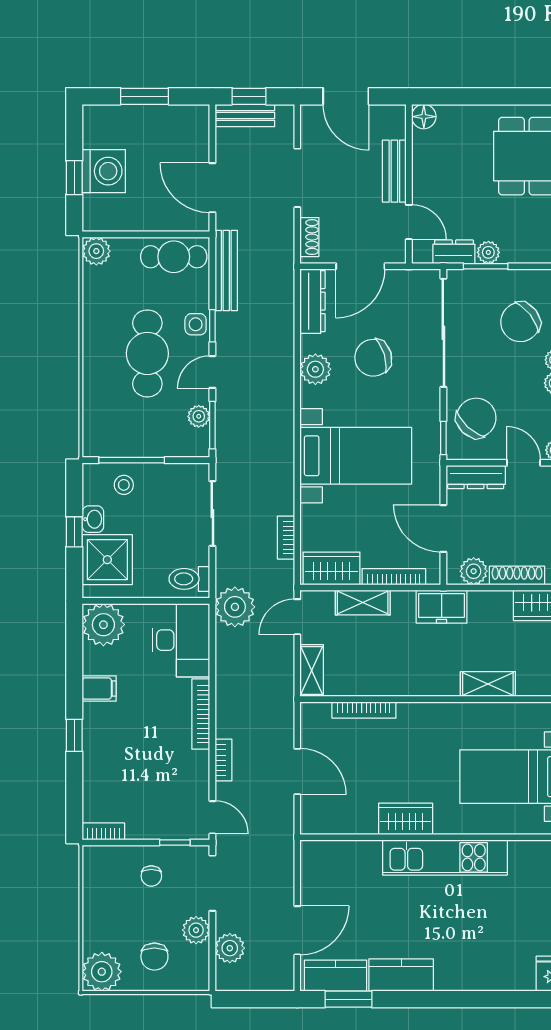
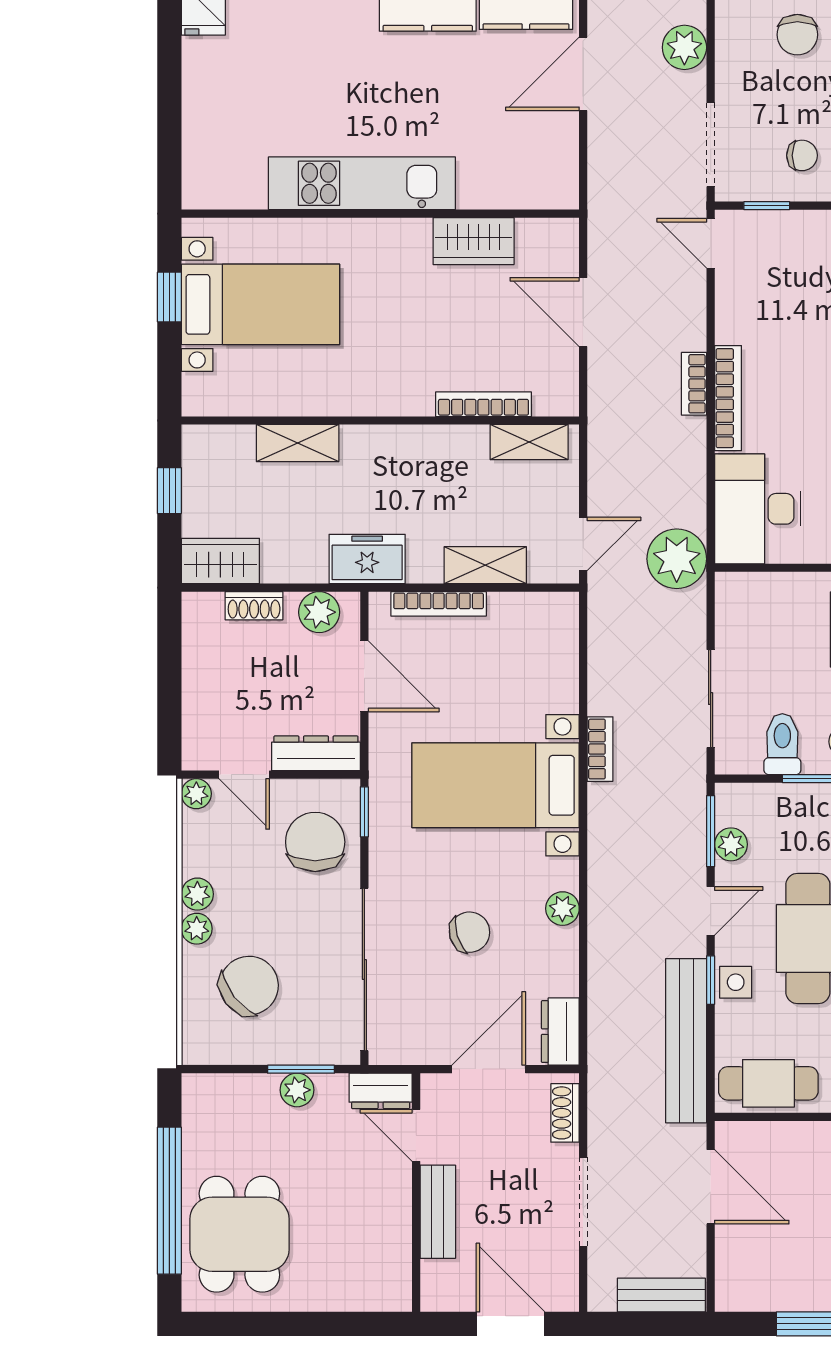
window: (249, 96) -> (656, 1324), removed
floor lamp: (424, 117) -> (394, 1294), removed
dresser: (454, 252) -> (381, 1091), moved
bench: (226, 270) -> (686, 1041), width x1.37, depth x1.21
dresser: (313, 301) -> (560, 1032), width x0.70
chair: (373, 358) -> (469, 932), width x0.73, depth x0.73
plant: (315, 369) -> (562, 909), width x0.73, depth x0.73
chair: (476, 418) -> (315, 842), turned 137
bookcase: (286, 538) -> (600, 749), moved
wardrobe: (332, 568) -> (532, 616), removed
shoe rack: (517, 576) -> (254, 606), width x0.70
toilet: (189, 579) -> (782, 744), moved, turned -90
shelving: (312, 671) -> (529, 442), moved, turned 90
bookcase: (223, 760) -> (694, 384), moved
wardrobe: (406, 819) -> (474, 241), moved
chair: (151, 876) -> (802, 155), turned 90
plant: (196, 930) -> (735, 74), removed
chair: (154, 957) -> (797, 35), turned 180

